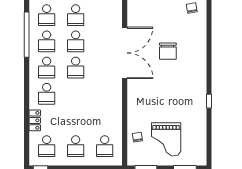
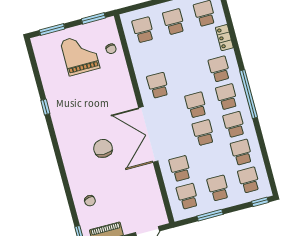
school desk: (76, 15) -> (180, 169), moved
window: (27, 35) -> (249, 94), moved
school desk: (105, 94) -> (158, 85), added

